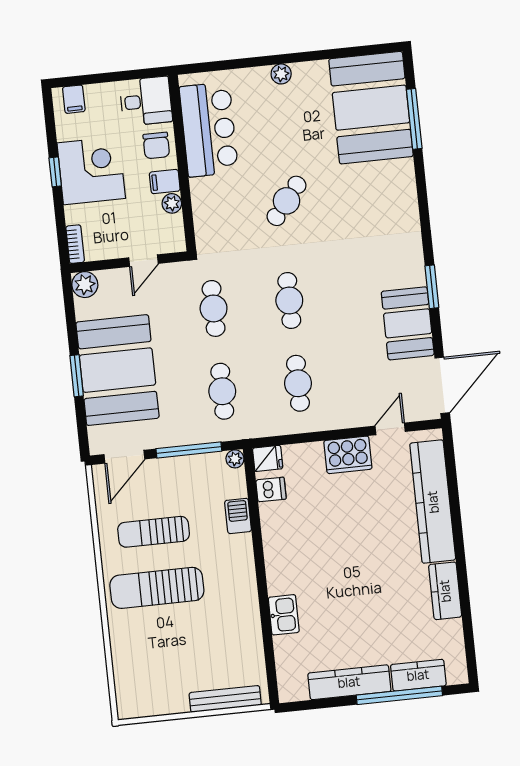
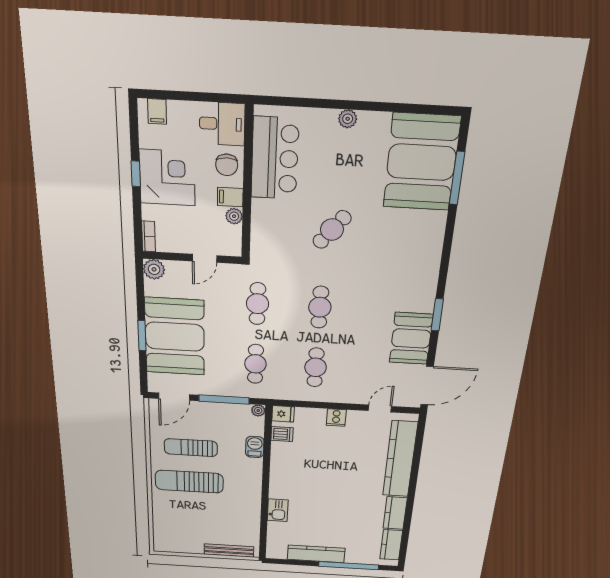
cooker: (348, 455) -> (336, 418), width x0.53, depth x0.76
kitchen counter: (418, 675) -> (391, 545), moved, turned -90

